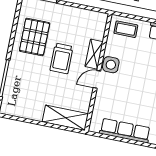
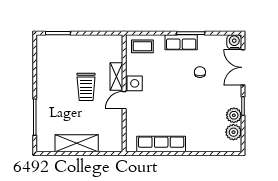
pallet: (35, 37) -> (56, 71), removed
shelving: (65, 118) -> (77, 143), moved

